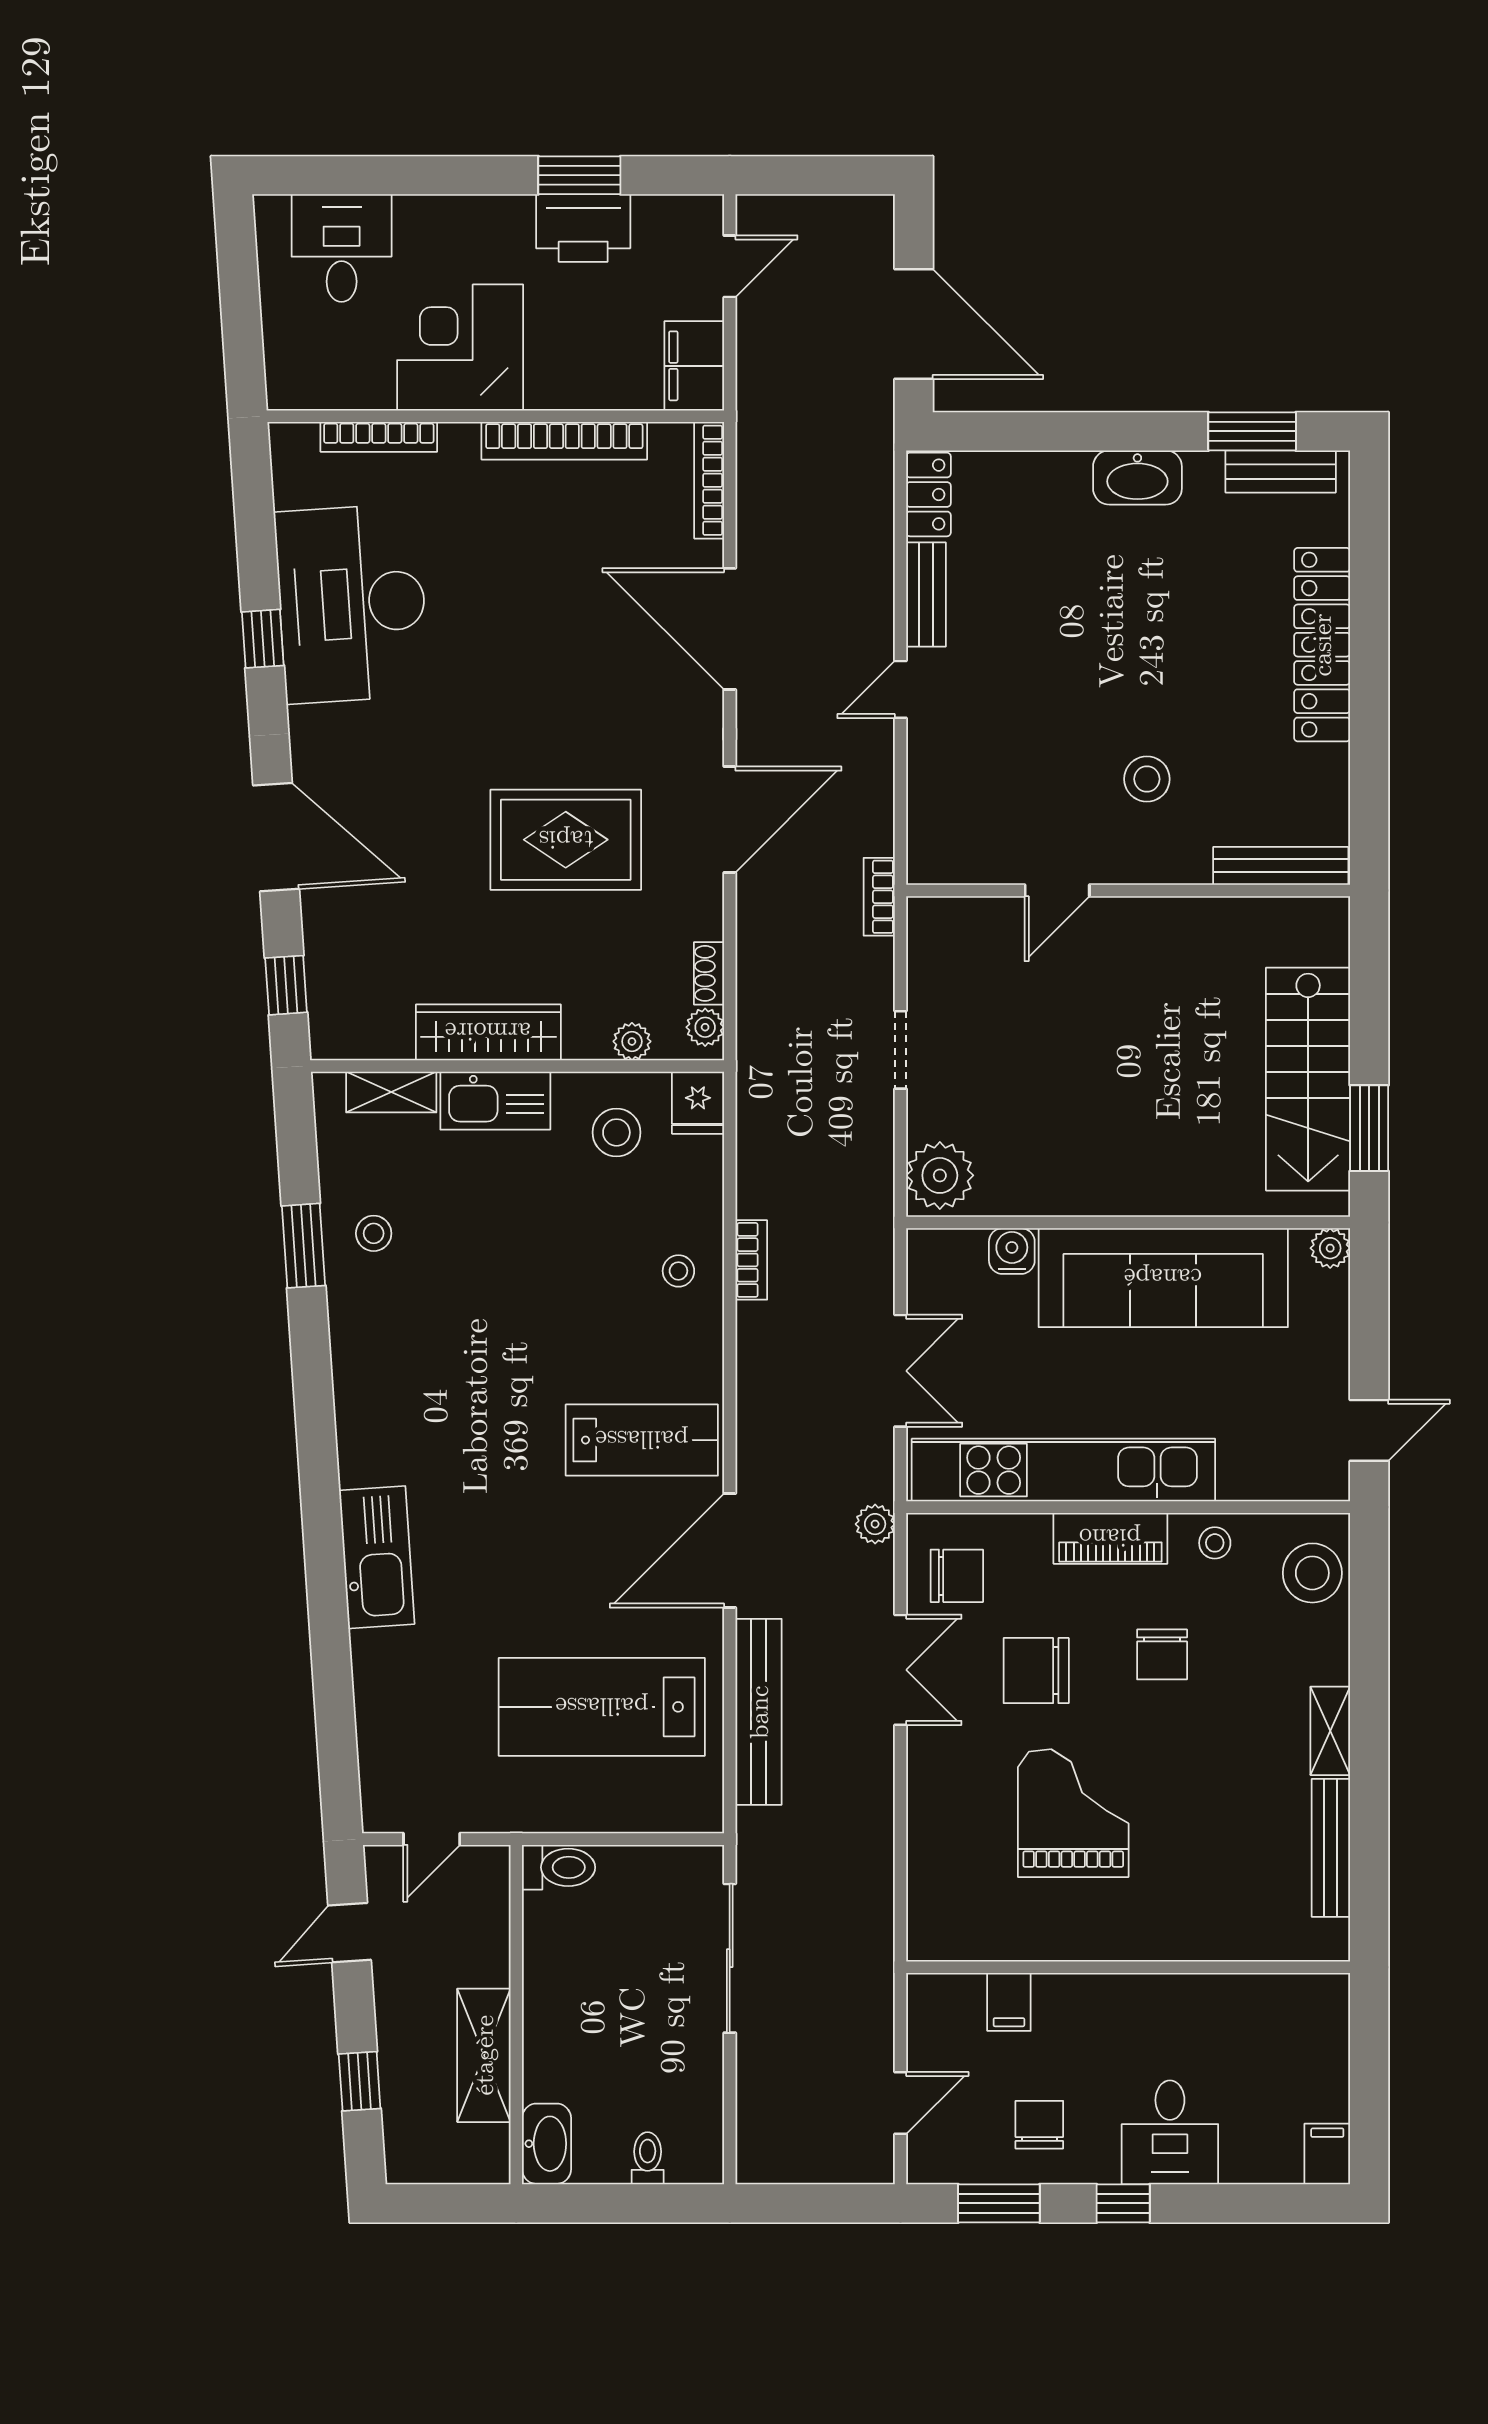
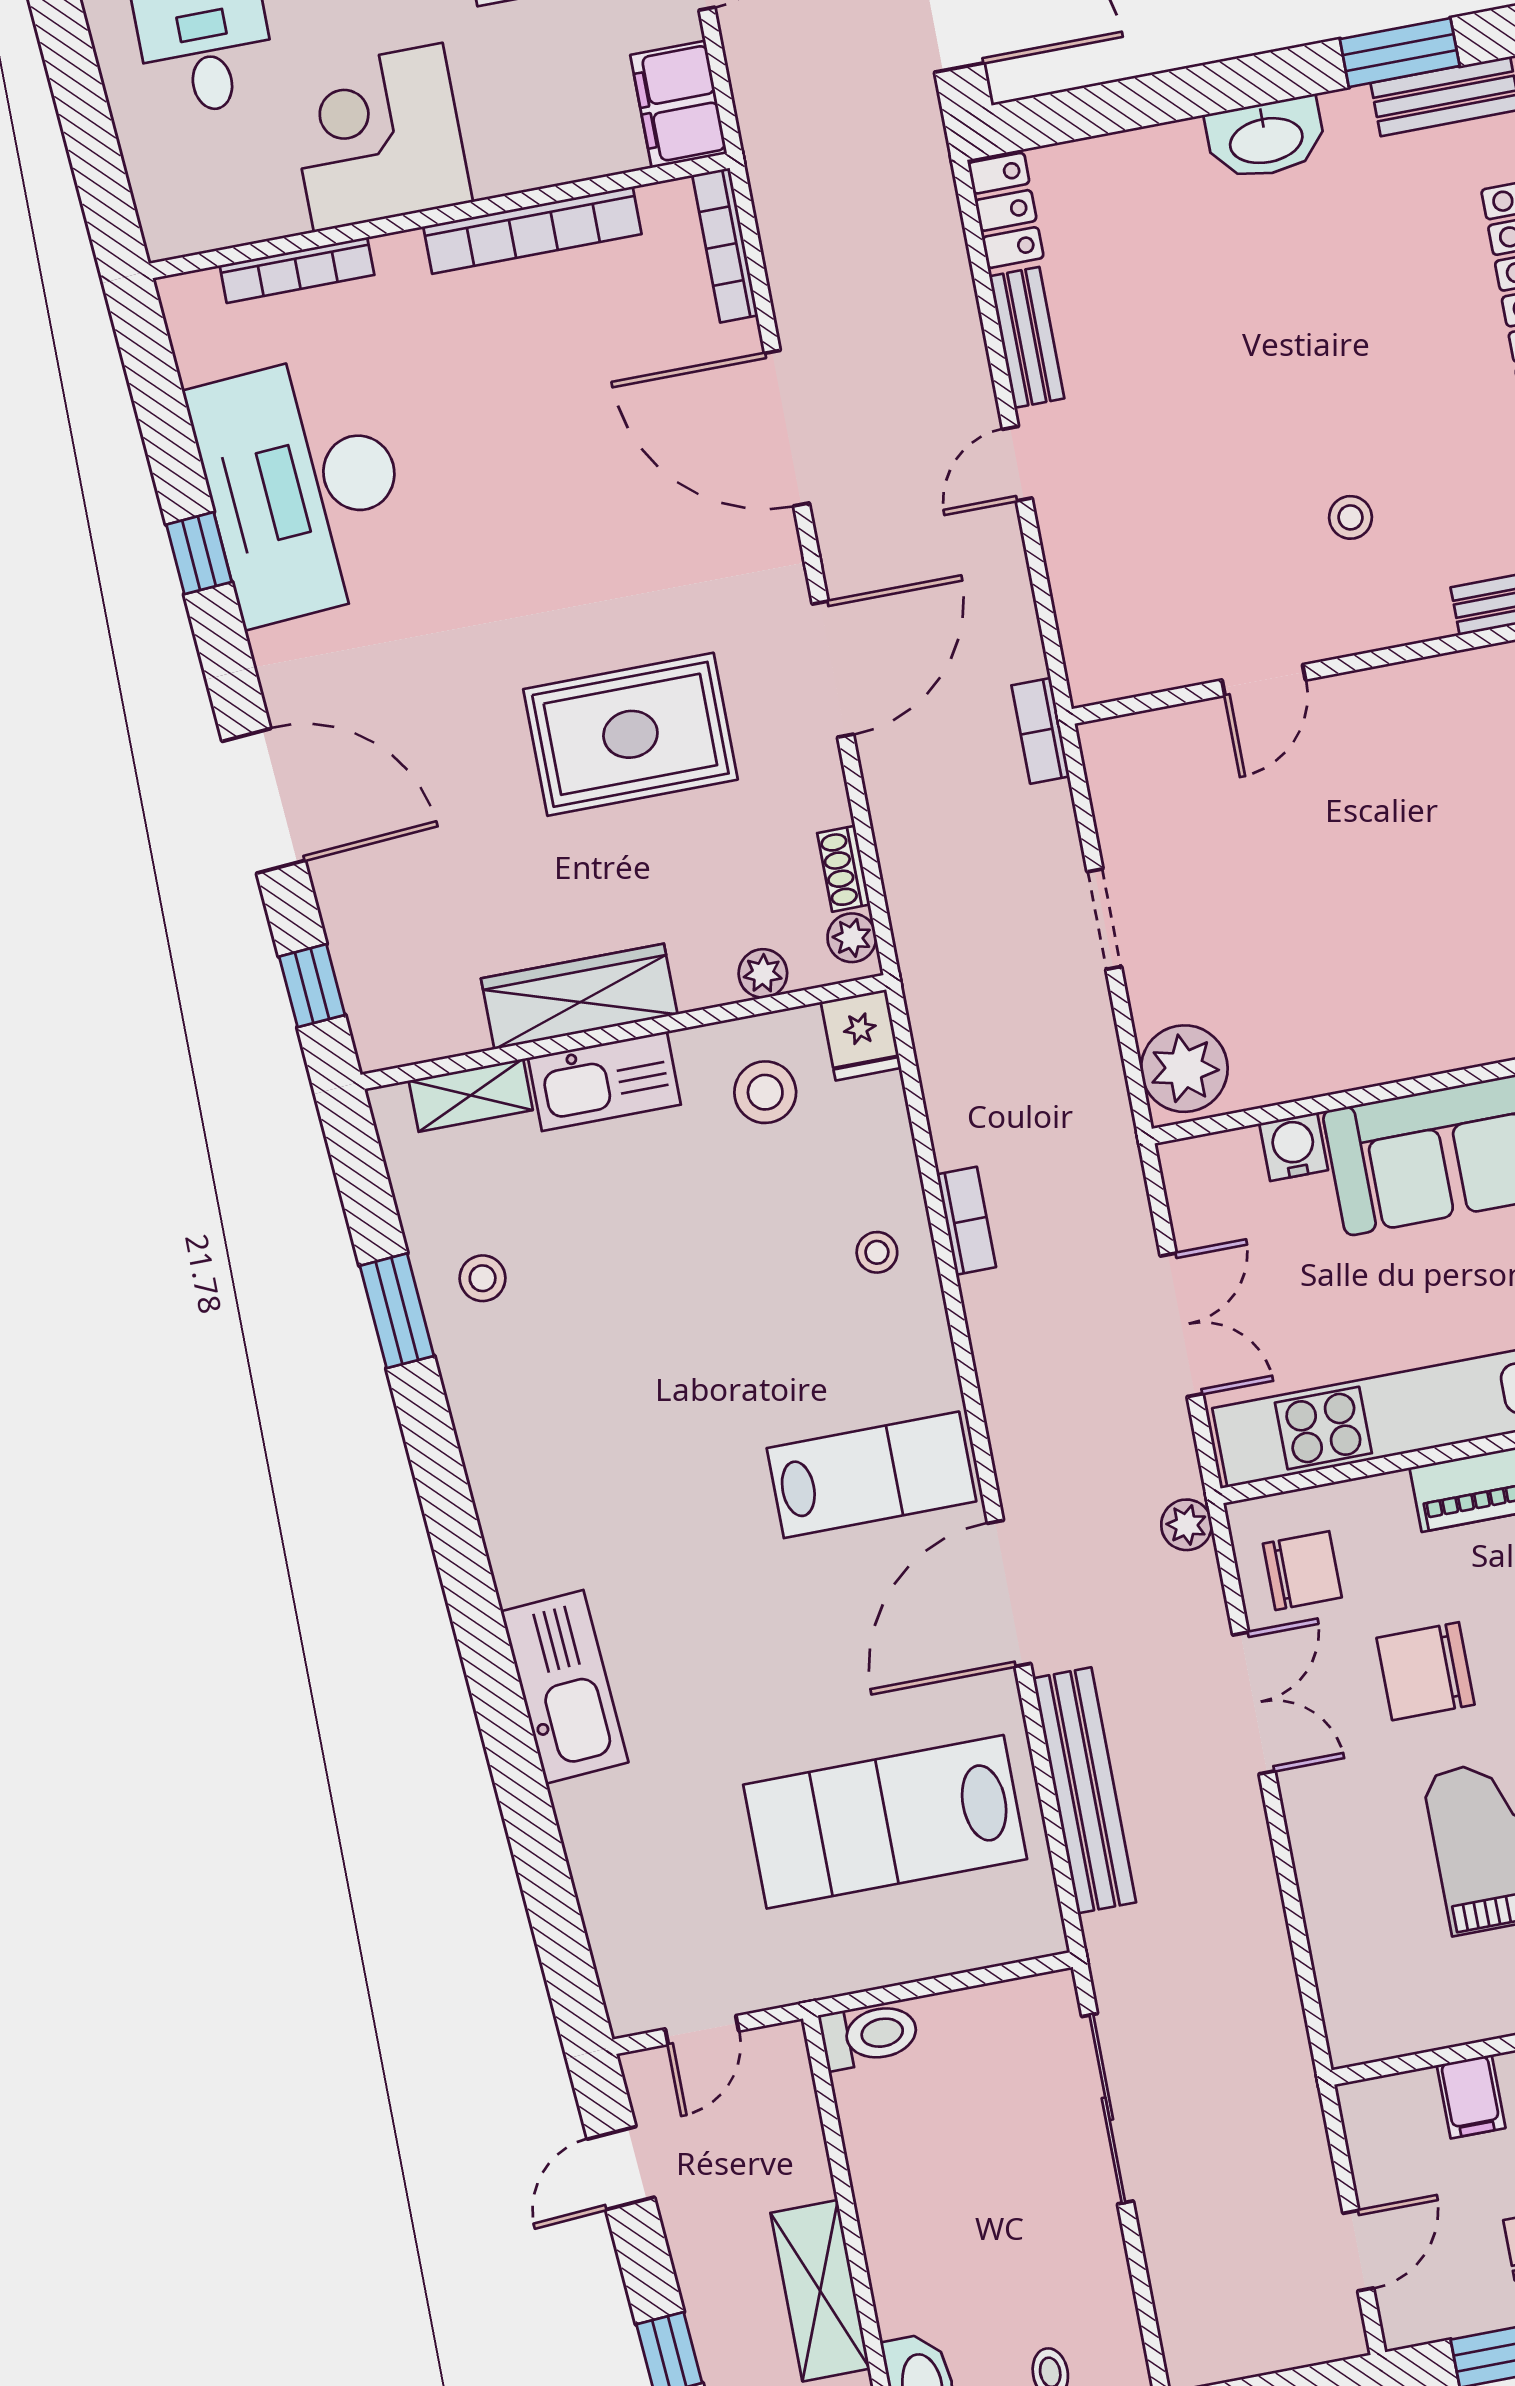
stool: (1147, 779) -> (1351, 517), width x0.73, depth x0.73

